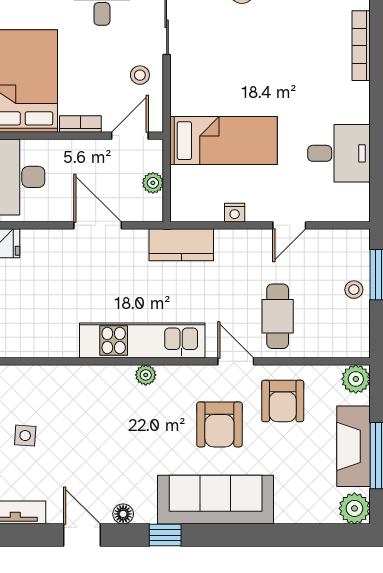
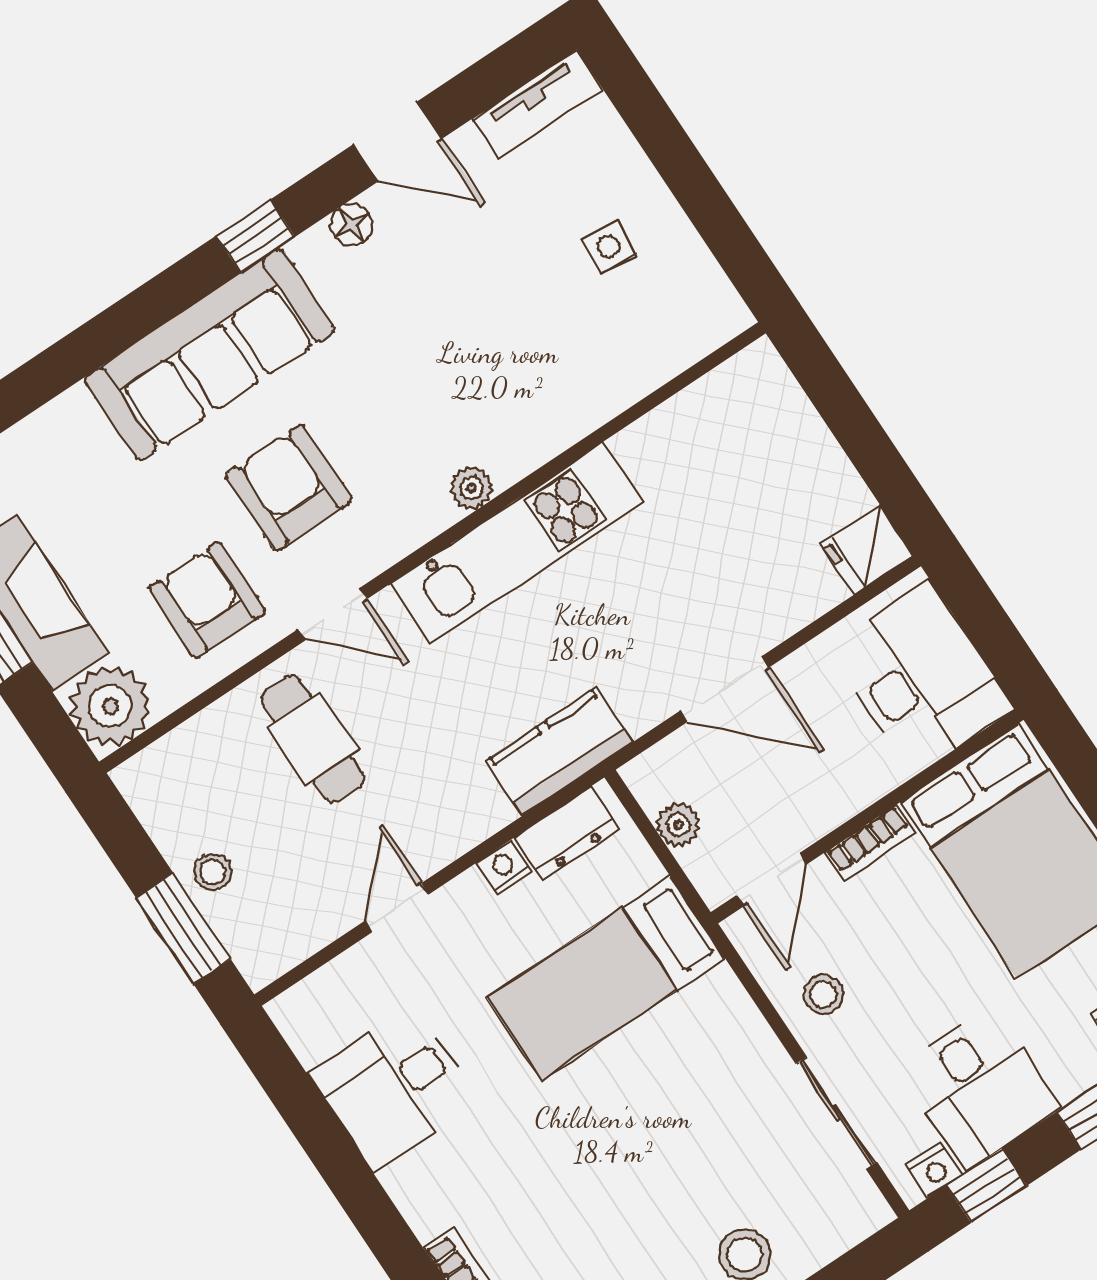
dresser: (200, 210) -> (567, 833), added
plant: (356, 379) -> (110, 706), width x1.36, depth x1.36

